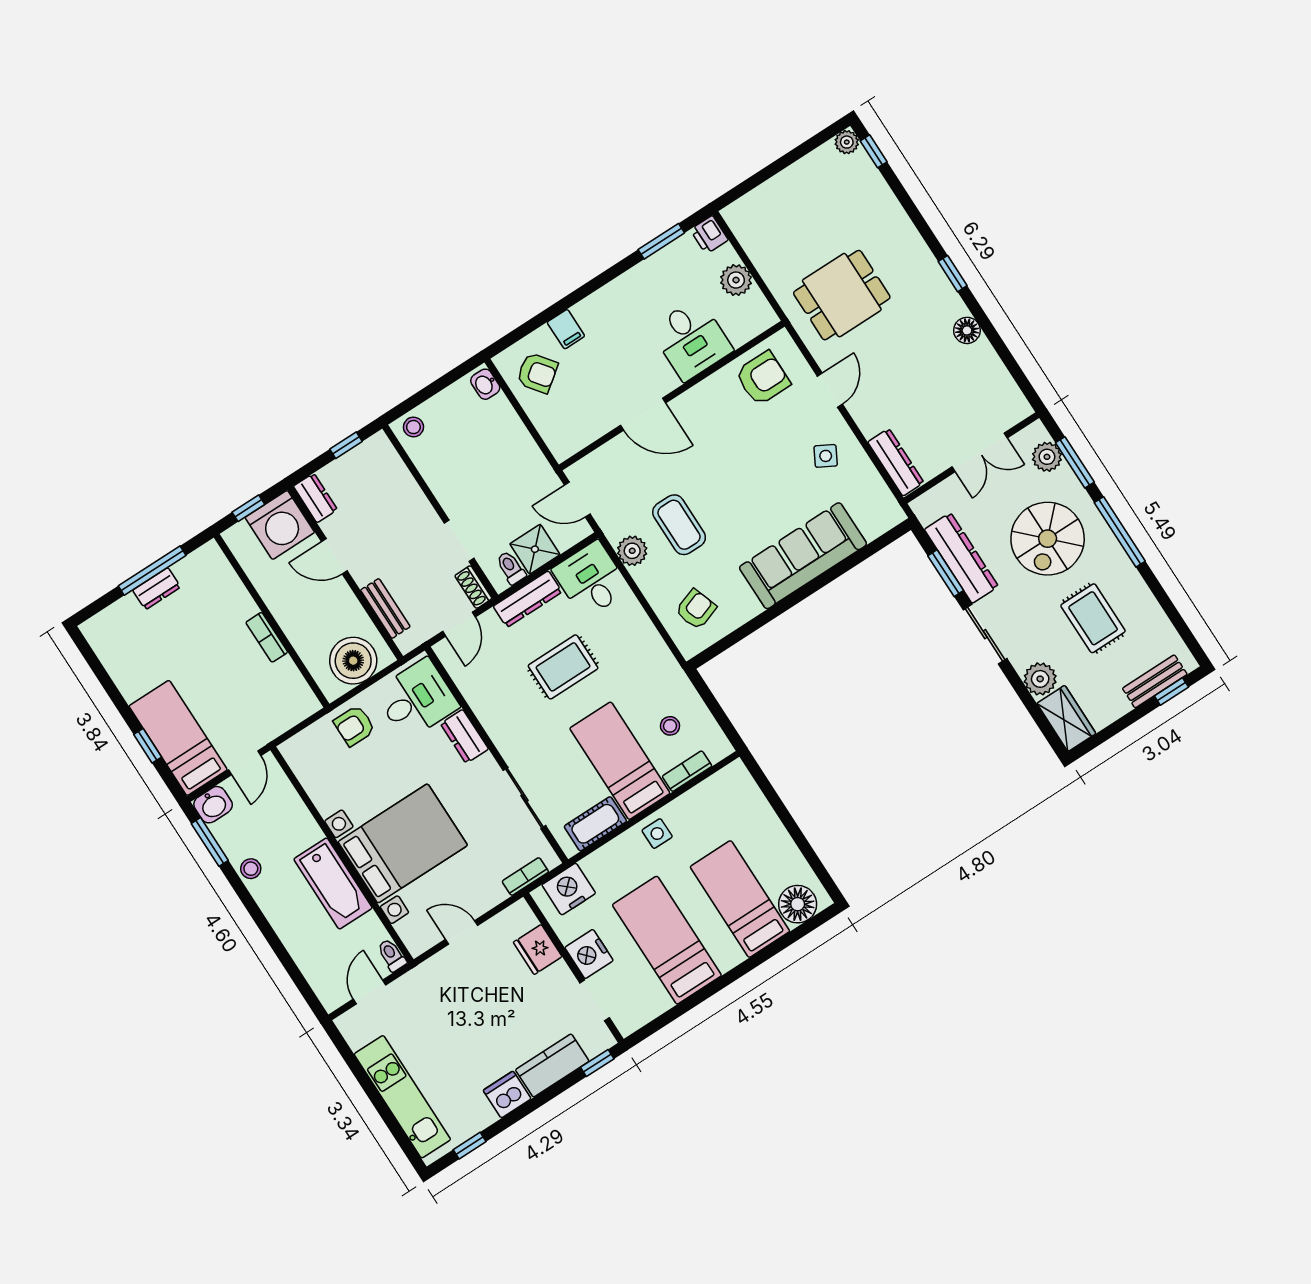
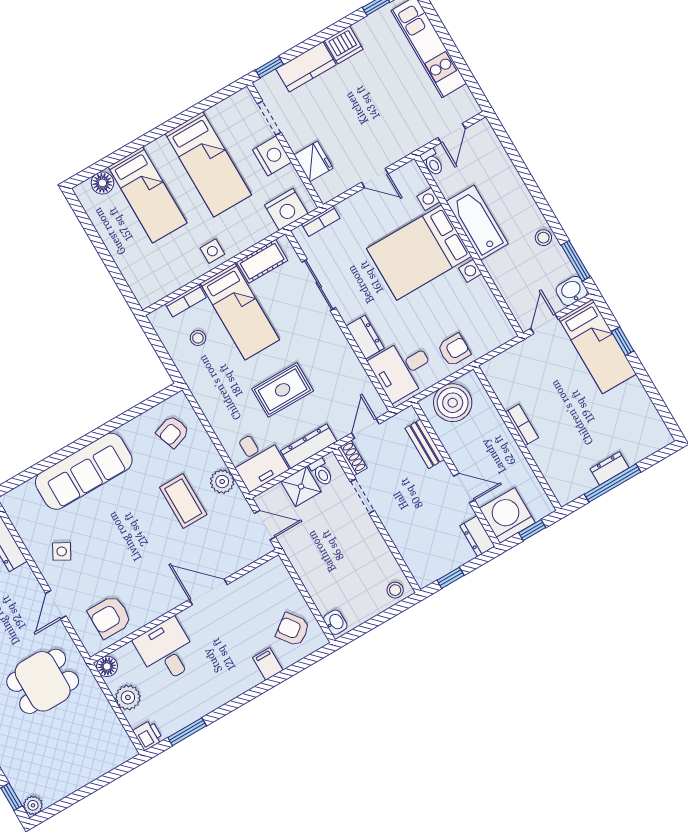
floor lamp: (764, 317) -> (107, 666), added
floor lamp: (798, 904) -> (102, 183), width x0.73, depth x0.73

